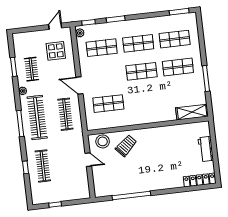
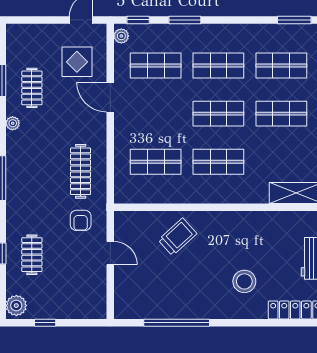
door: (80, 85) -> (110, 97), moved
shop shelf: (145, 99) -> (218, 162), added
clothes rail: (37, 118) -> (32, 171), removed
stool: (103, 141) -> (244, 281), moved
armchair: (69, 143) -> (81, 220), added
clothes rail: (43, 166) -> (32, 255), width x0.73
plant: (37, 197) -> (16, 305), added

